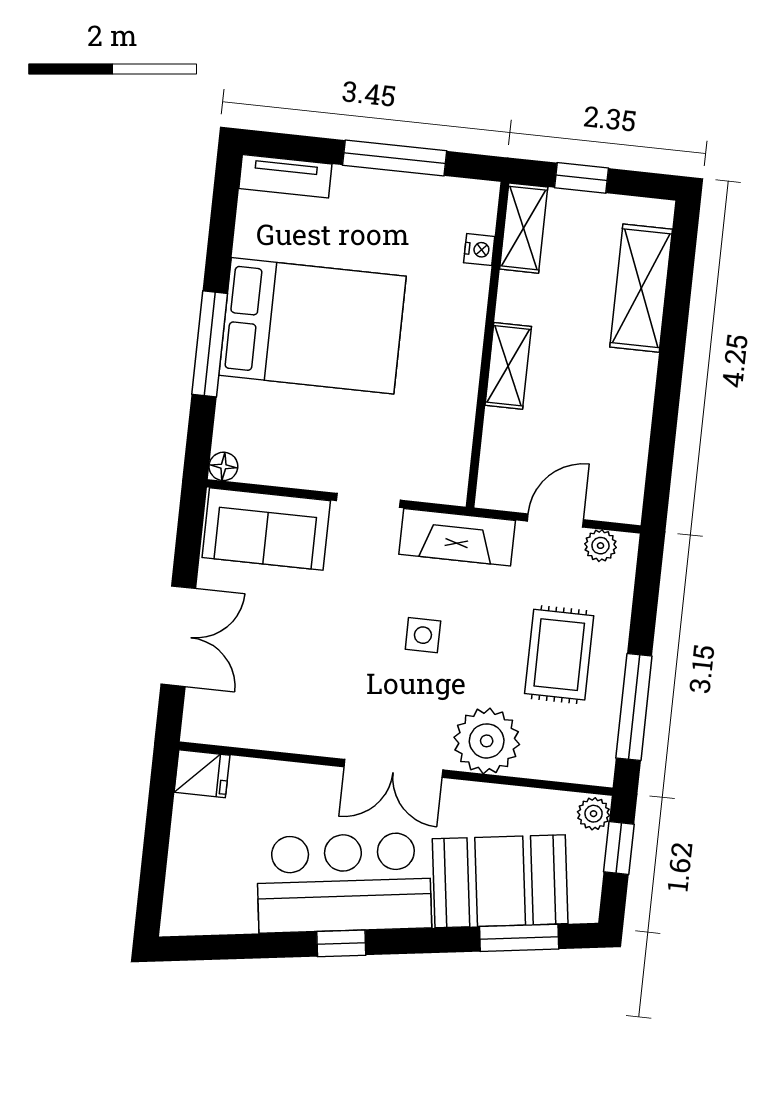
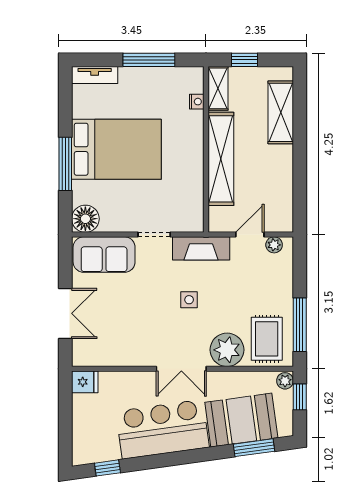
shelving: (508, 366) -> (221, 159), width x2.20, depth x1.33
floor lamp: (223, 466) -> (85, 219), width x1.89, depth x1.89
rug: (559, 655) -> (267, 339), moved
window: (341, 943) -> (107, 468), moved

